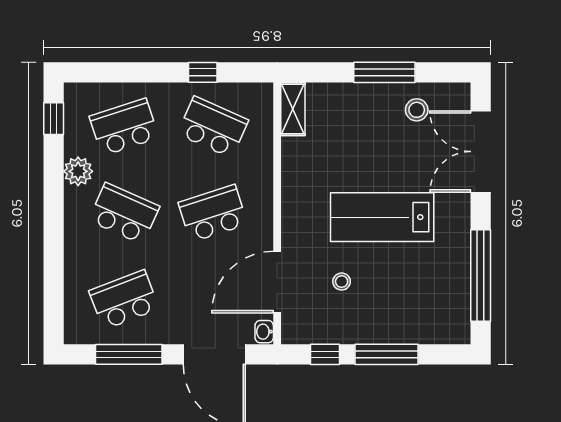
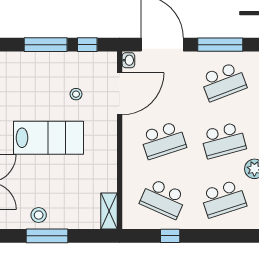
stool: (417, 110) -> (39, 215), moved
school desk: (124, 213) -> (223, 140), turned -39

